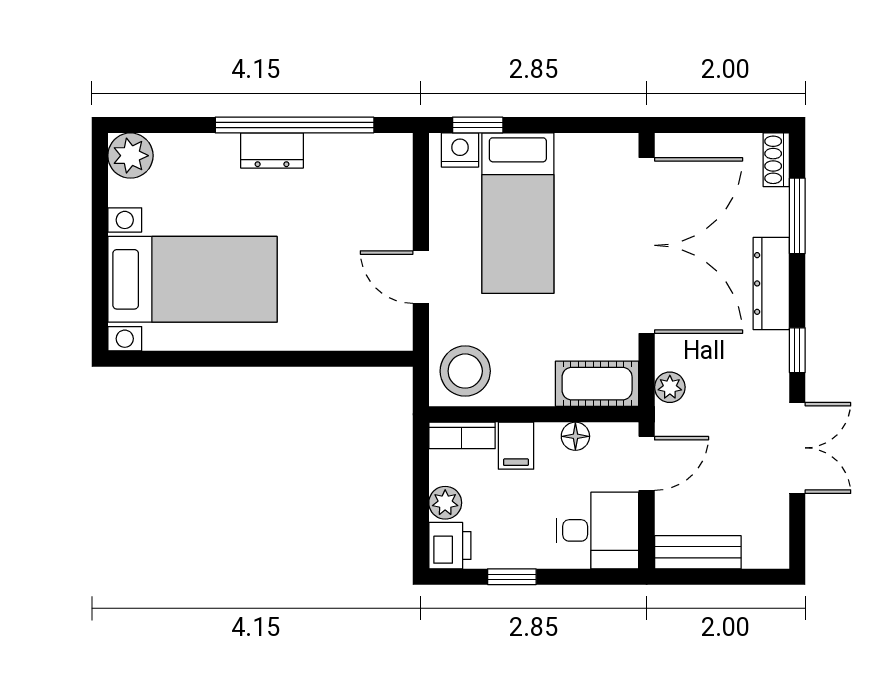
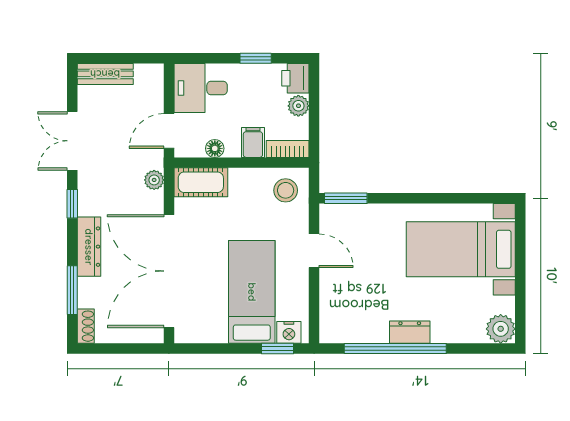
window: (372, 359) -> (346, 198), added
stool: (465, 371) -> (286, 190), width x0.73, depth x0.73
bench: (698, 552) -> (105, 74), moved

